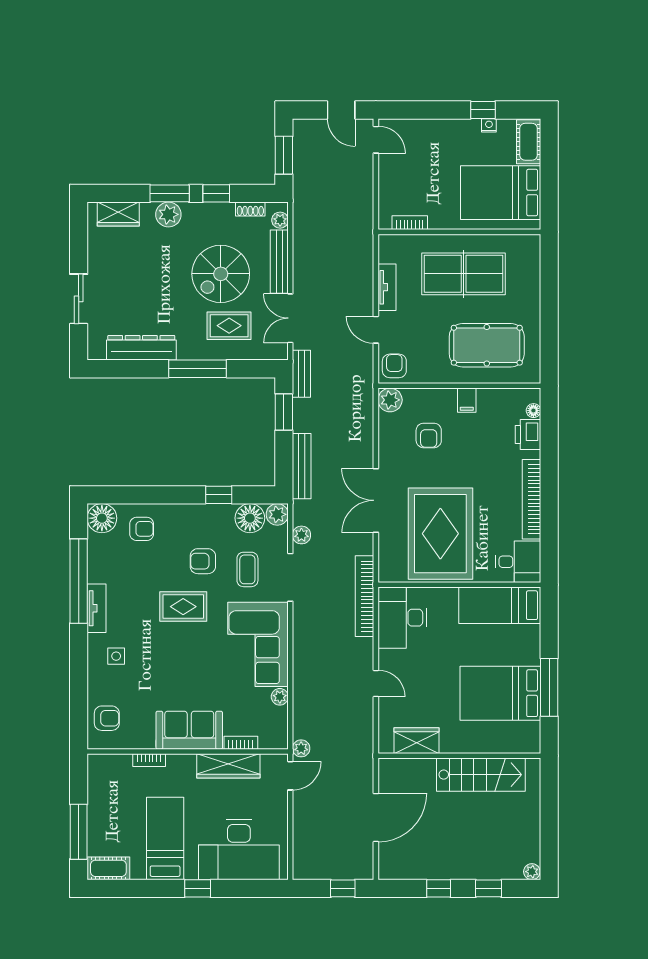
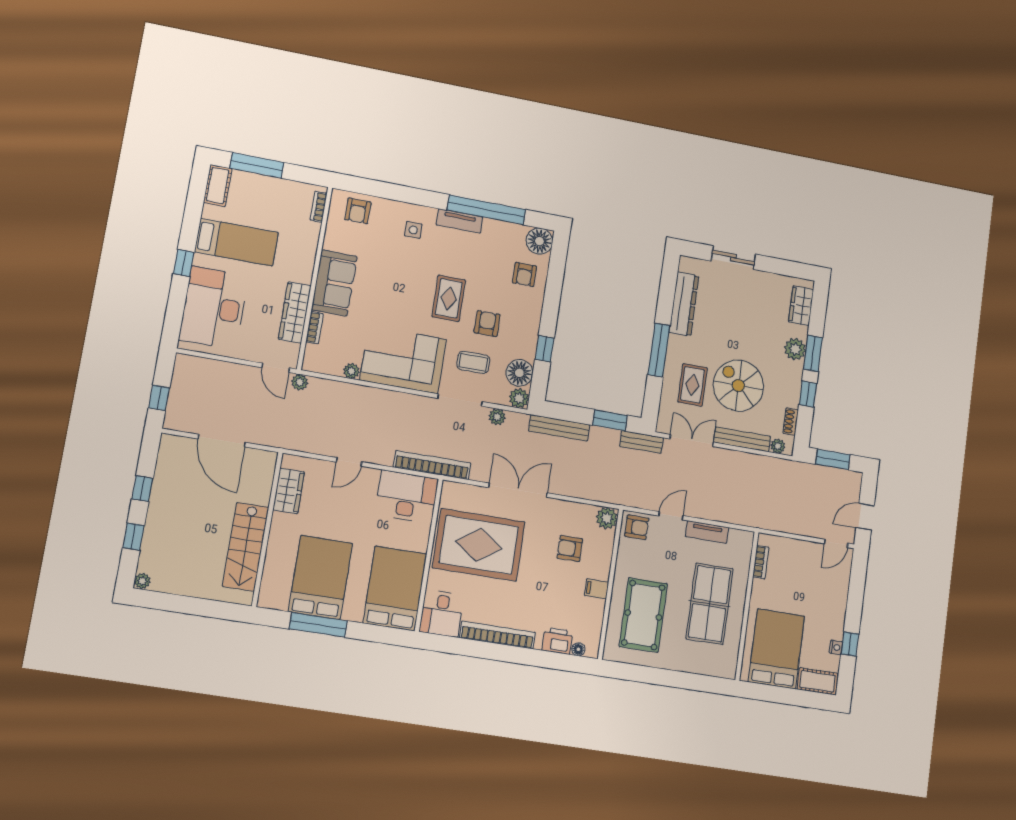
bed: (500, 605) -> (395, 588), width x1.50
bookcase: (149, 760) -> (319, 207), moved

